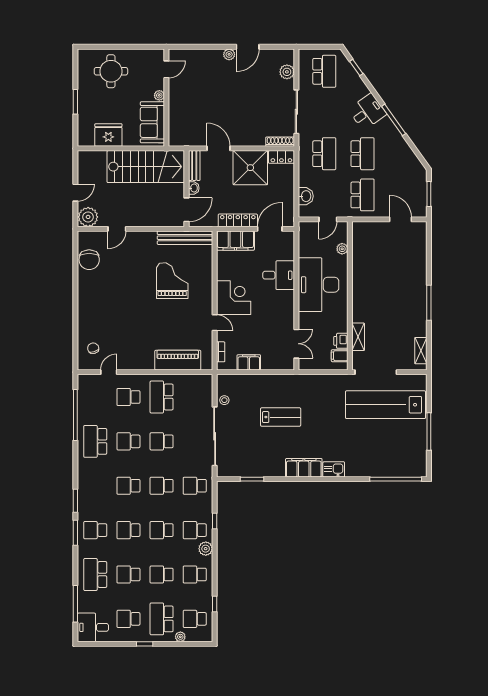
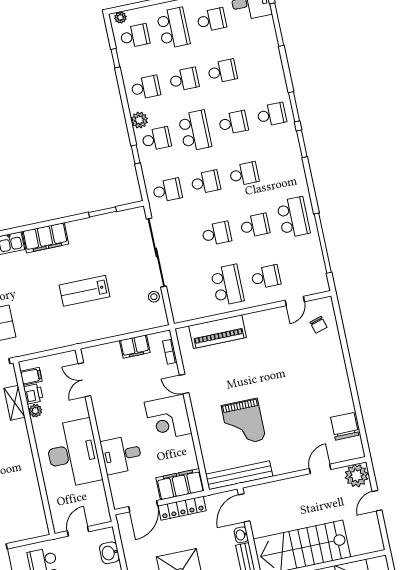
plant: (342, 249) -> (35, 411), moved
school desk: (162, 530) -> (195, 131), width x1.85
school desk: (95, 575) -> (261, 63), removed
plant: (180, 637) -> (120, 17), moved

